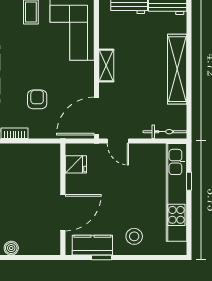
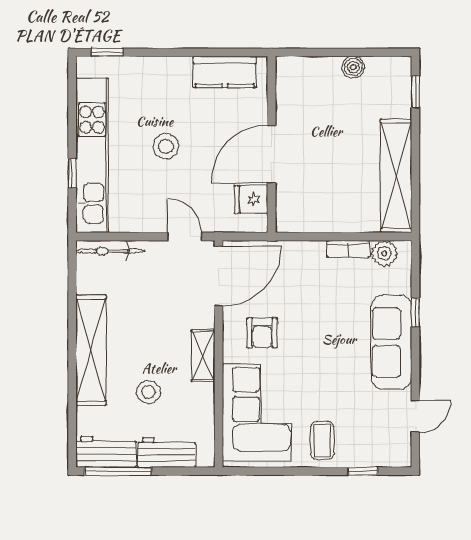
stool: (141, 43) -> (148, 392), added
armchair: (37, 99) -> (262, 333), moved
door: (63, 213) -> (272, 154), moved
stool: (134, 236) -> (166, 146), moved
window: (102, 257) -> (107, 52), moved

